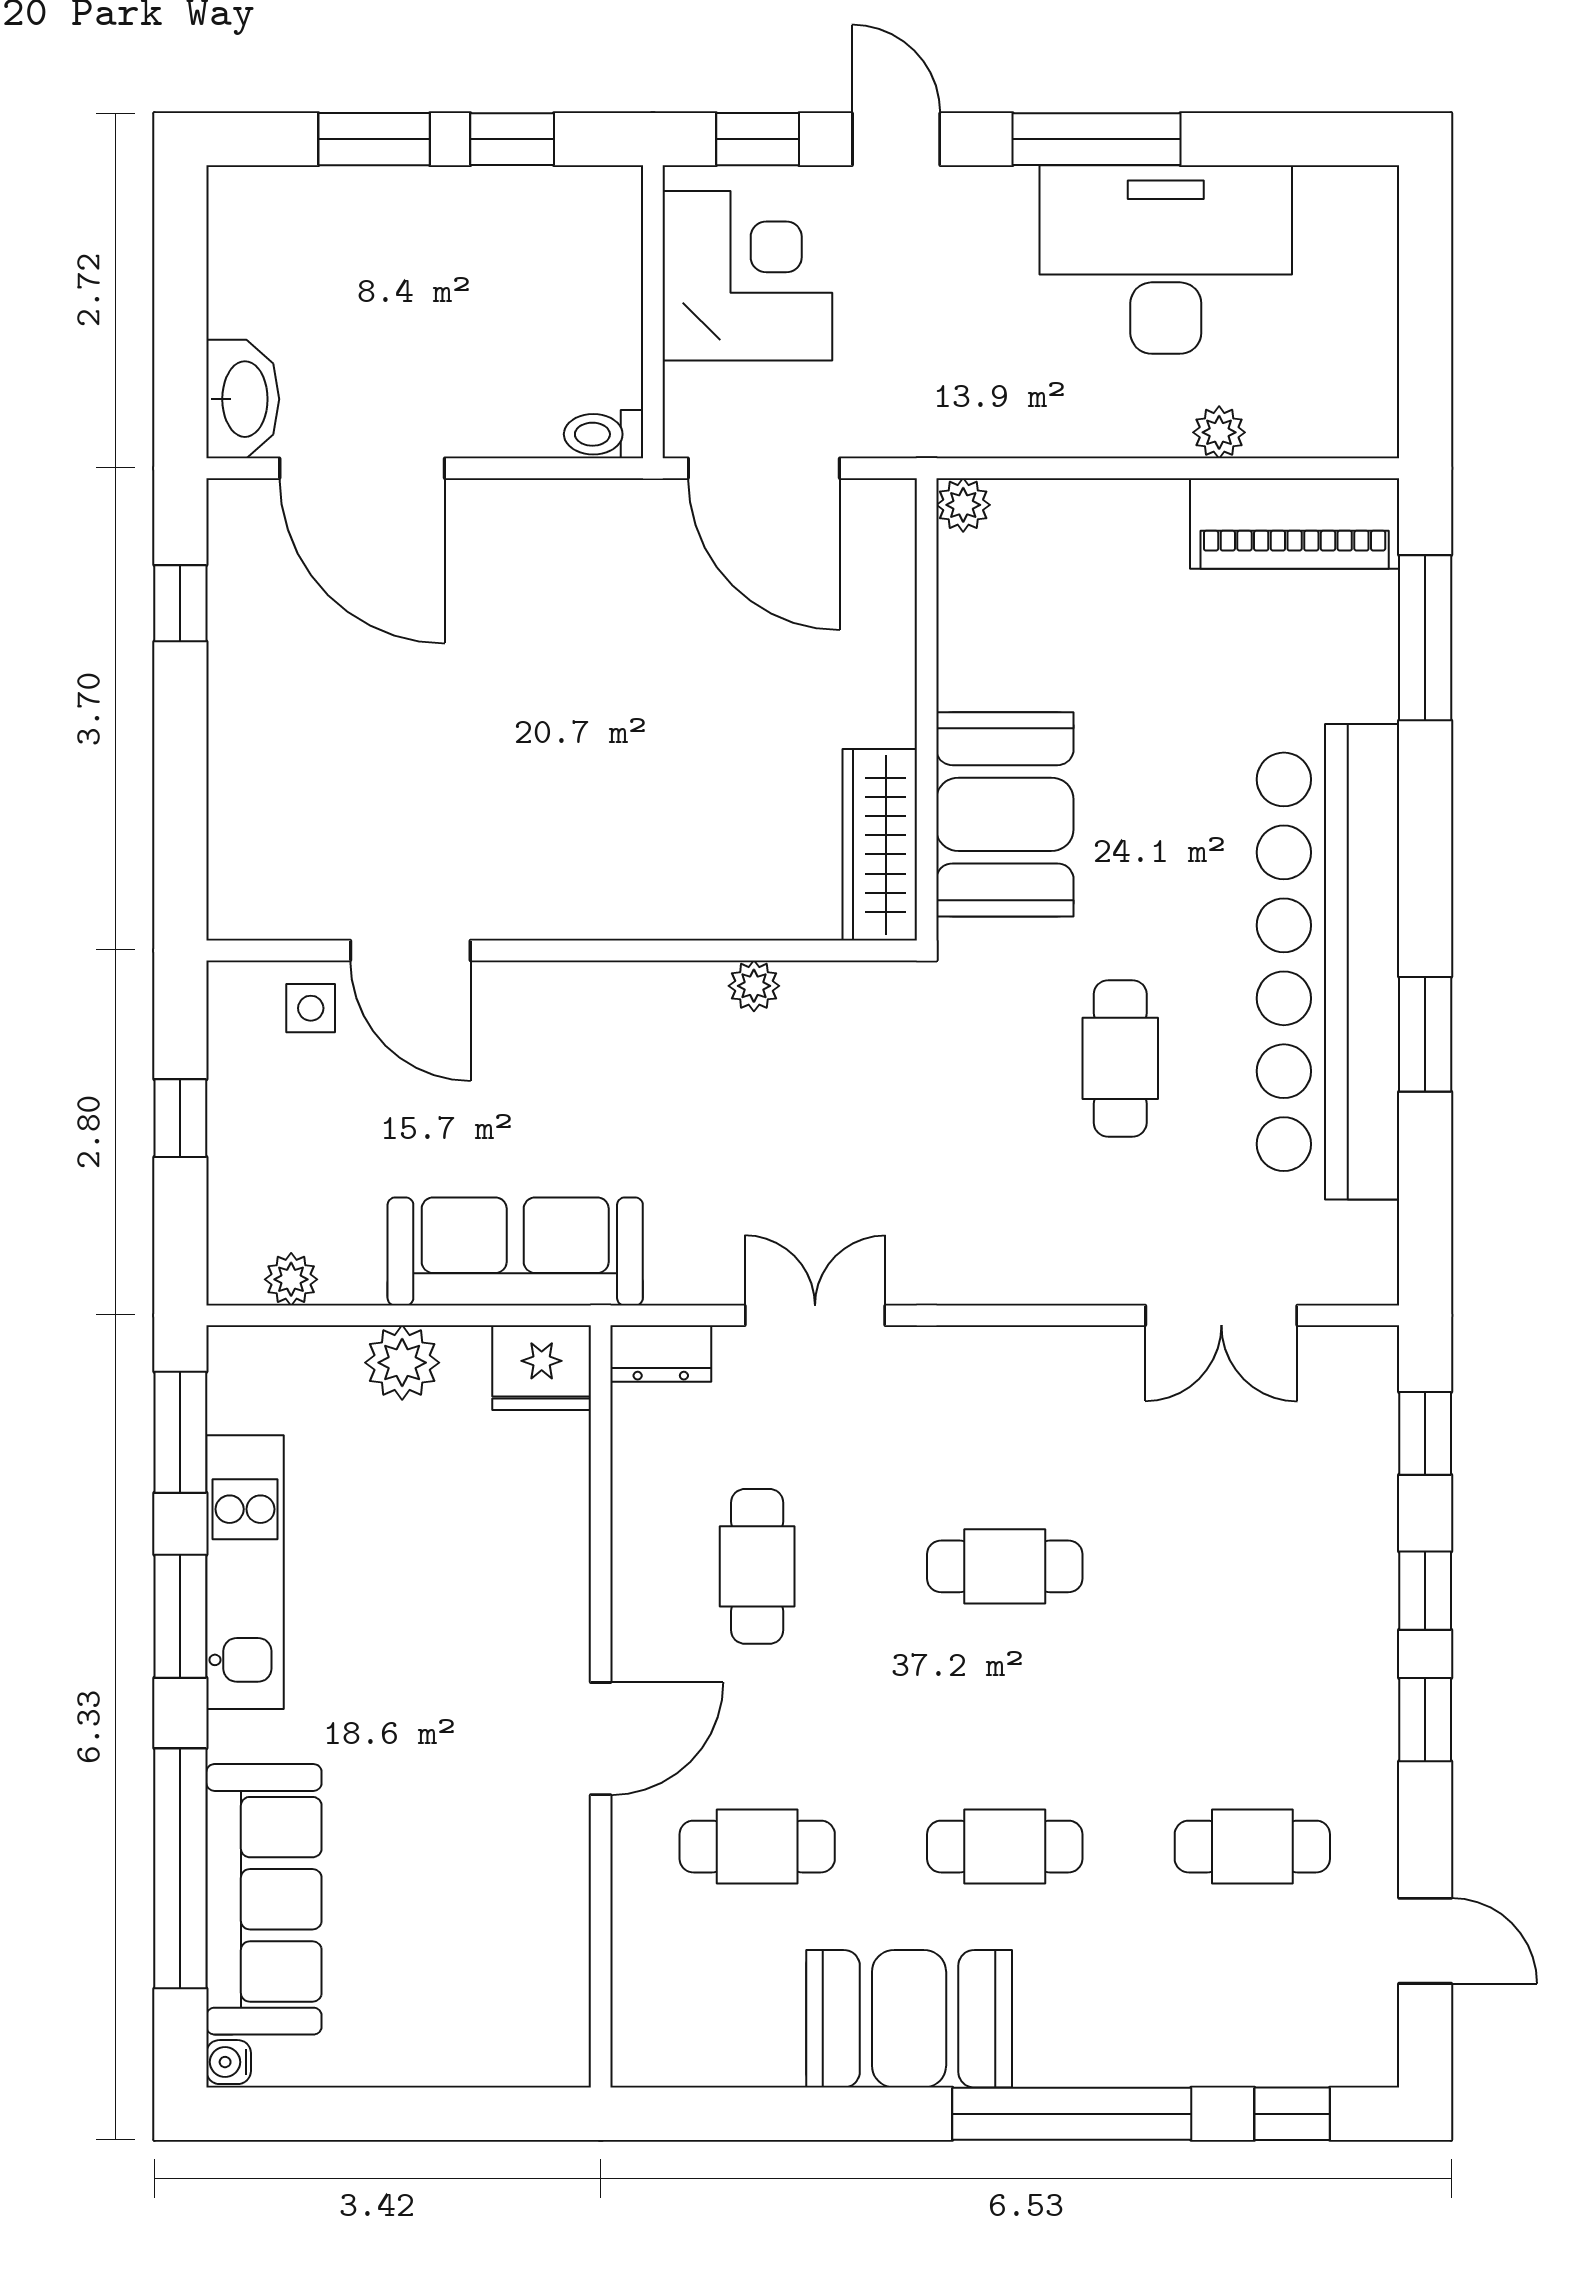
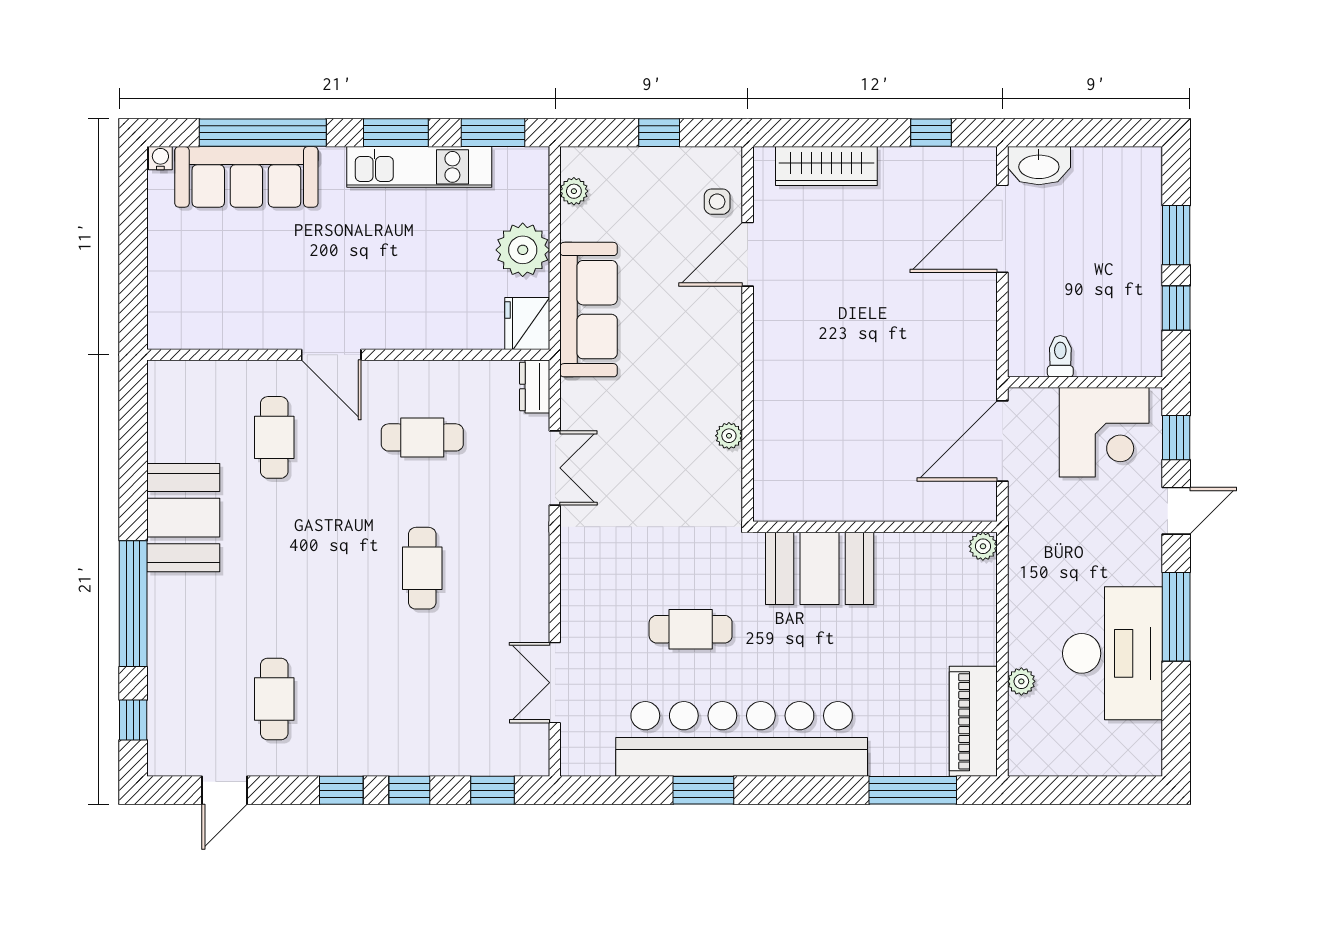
toilet: (604, 434) -> (1060, 356), moved
wardrobe: (880, 845) -> (826, 166), moved, turned 180
plant: (402, 1363) -> (523, 250), width x1.36, depth x1.36
cafe table: (1005, 1847) -> (274, 568), removed

